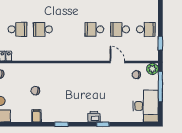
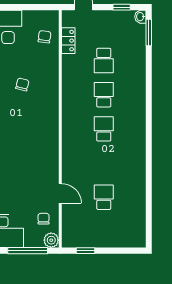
school desk: (94, 29) -> (104, 129), moved
school desk: (146, 29) -> (104, 231), removed
door: (117, 62) -> (60, 193), hinge flipped

